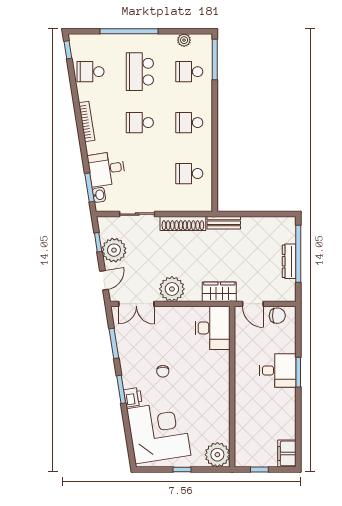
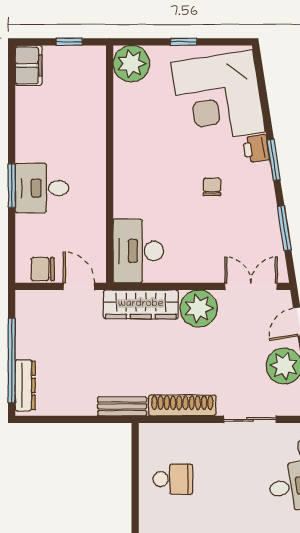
dresser: (289, 261) -> (25, 385), moved
wardrobe: (219, 292) -> (141, 304), width x1.50

